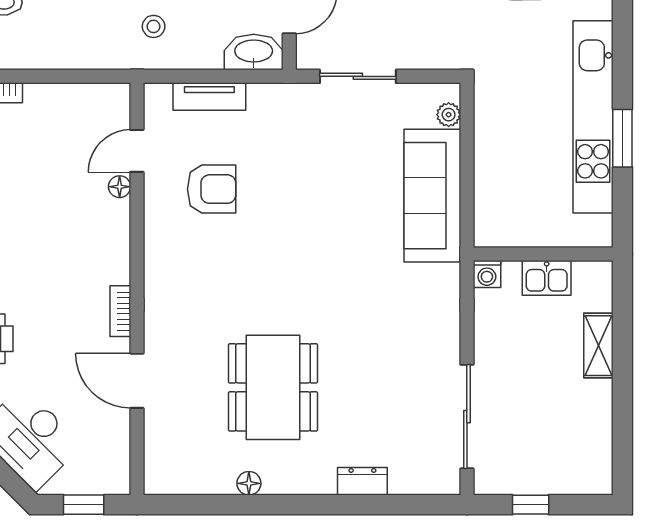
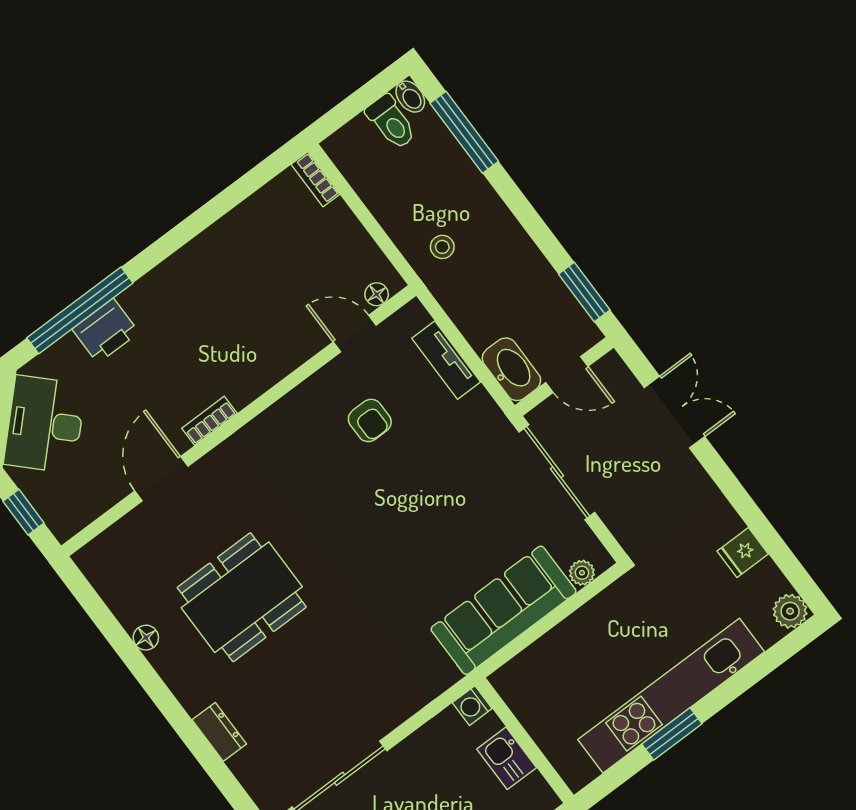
stool: (154, 26) -> (442, 247), moved
sliding door: (358, 76) -> (557, 472), width x1.37
floor lamp: (120, 187) -> (377, 294), moved
armchair: (212, 189) -> (370, 420), width x0.72, depth x0.72

